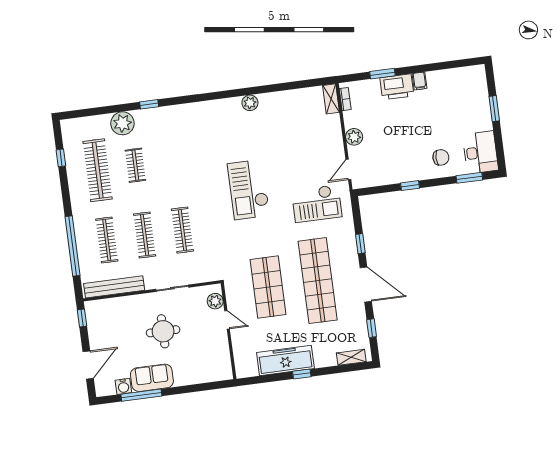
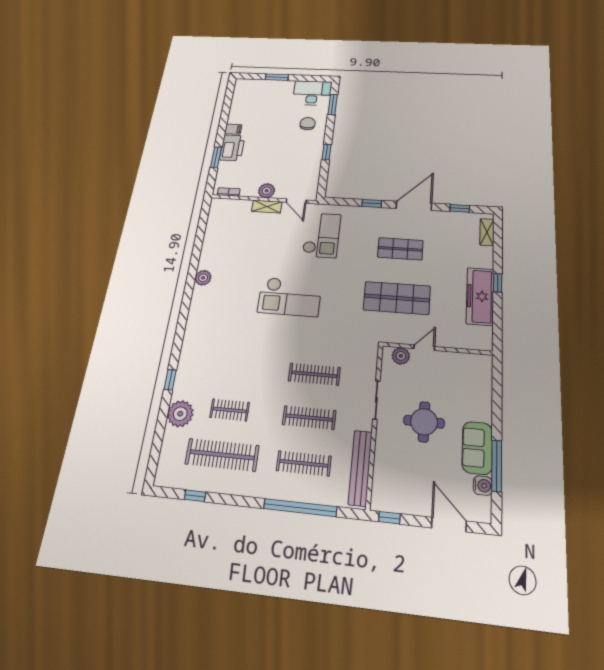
shelving: (331, 99) -> (267, 207), moved
shop shelf: (318, 281) -> (400, 249), width x0.50, depth x0.74

